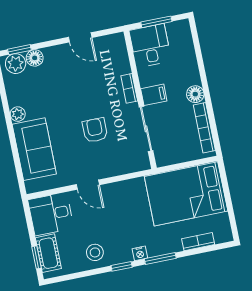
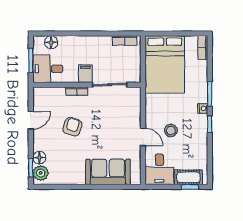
floor lamp: (195, 94) -> (51, 42), moved
plant: (18, 114) -> (79, 179), removed
bookcase: (204, 128) -> (125, 41), width x0.64
armchair: (95, 130) -> (72, 127), moved, turned 108
door: (88, 185) -> (143, 137), hinge flipped
bookcase: (198, 242) -> (203, 48), moved
stool: (95, 252) -> (171, 130), moved

